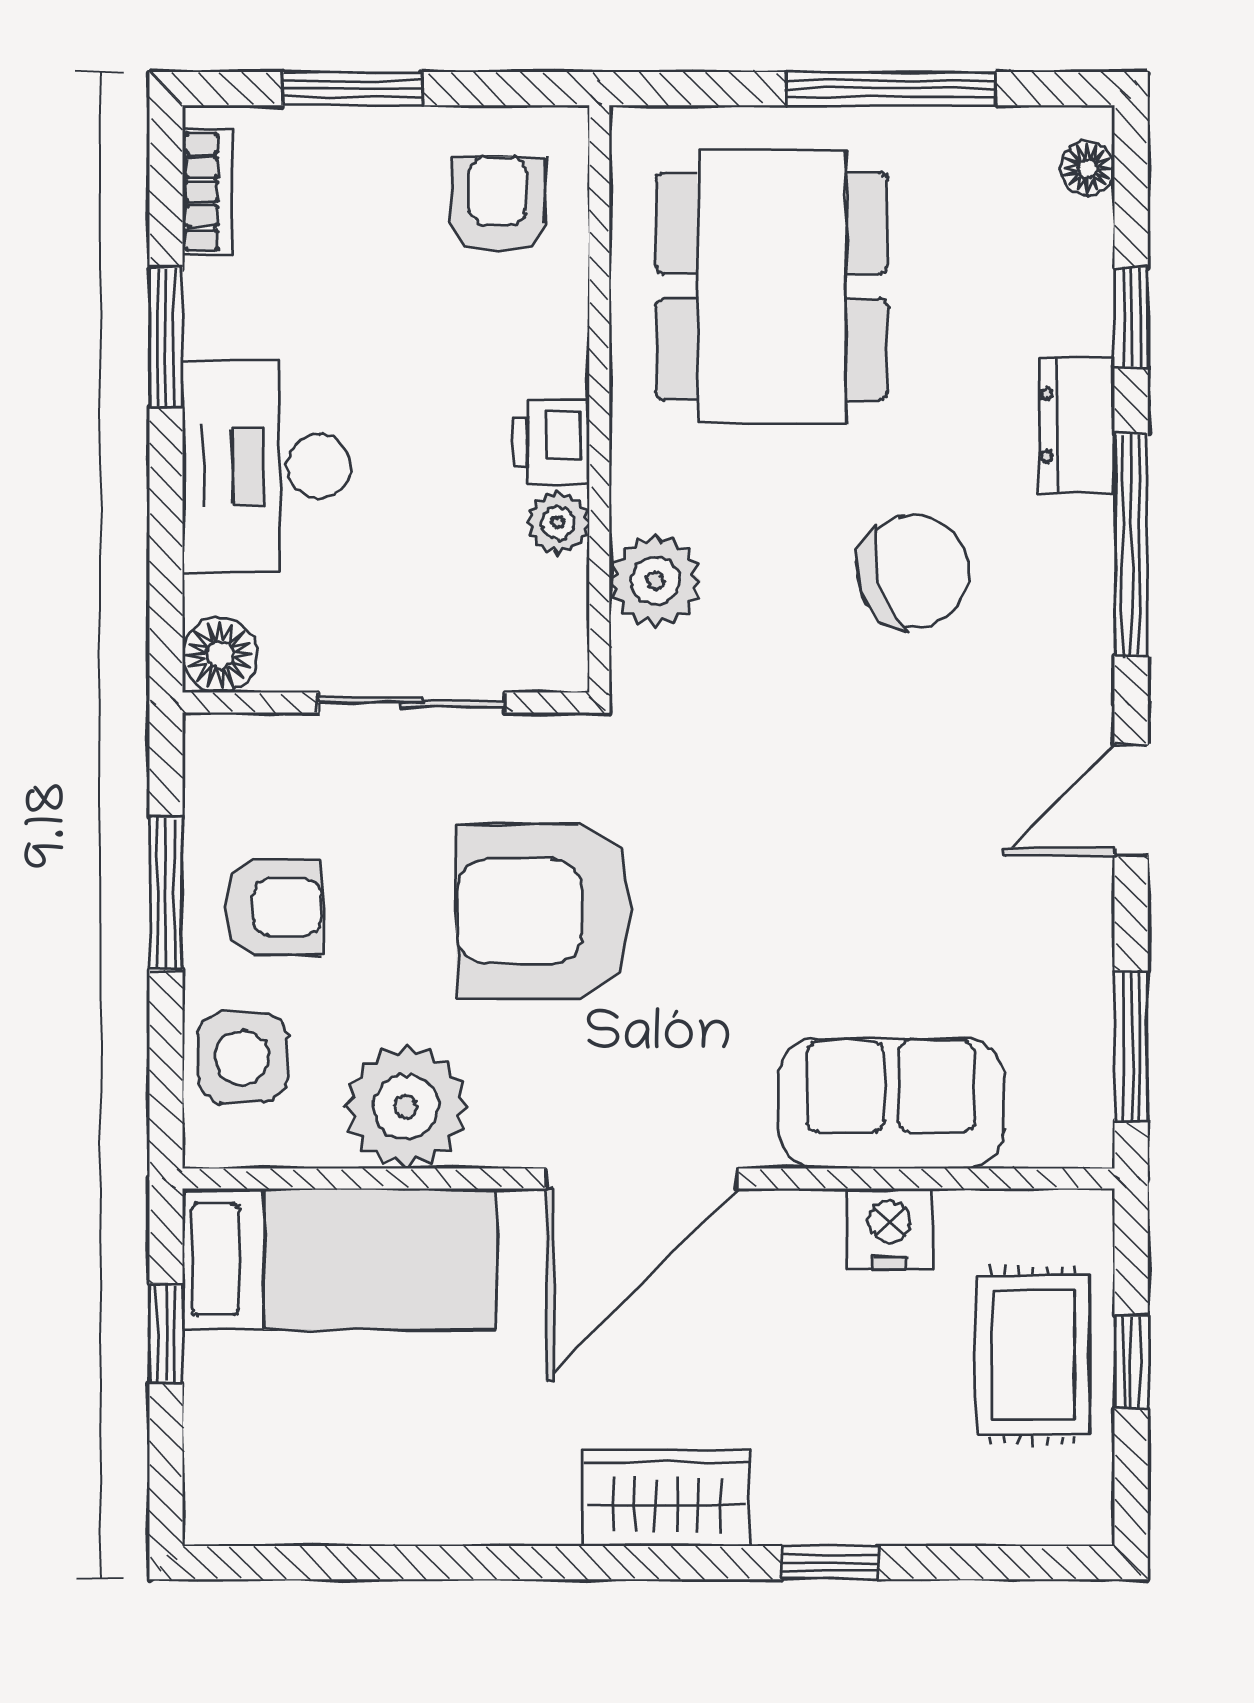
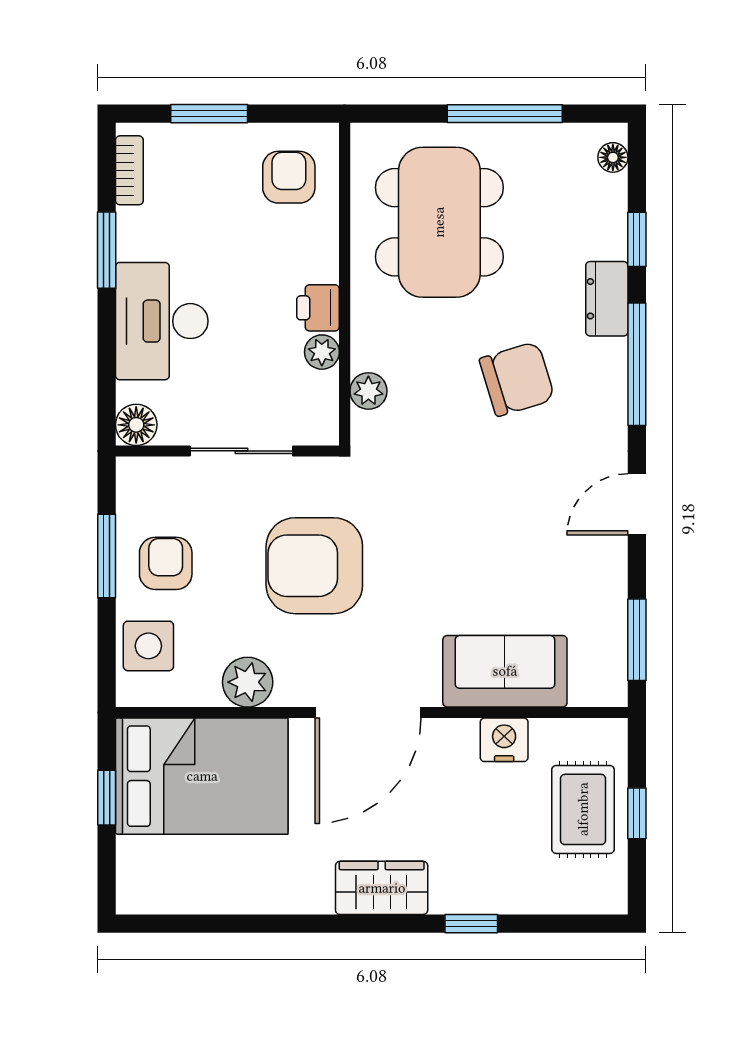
plant: (655, 581) -> (368, 391), width x0.73, depth x0.73
armchair: (274, 907) -> (166, 563), turned -90
plant: (406, 1107) -> (248, 682), width x0.73, depth x0.73
bed: (339, 1259) -> (202, 776), width x1.50

